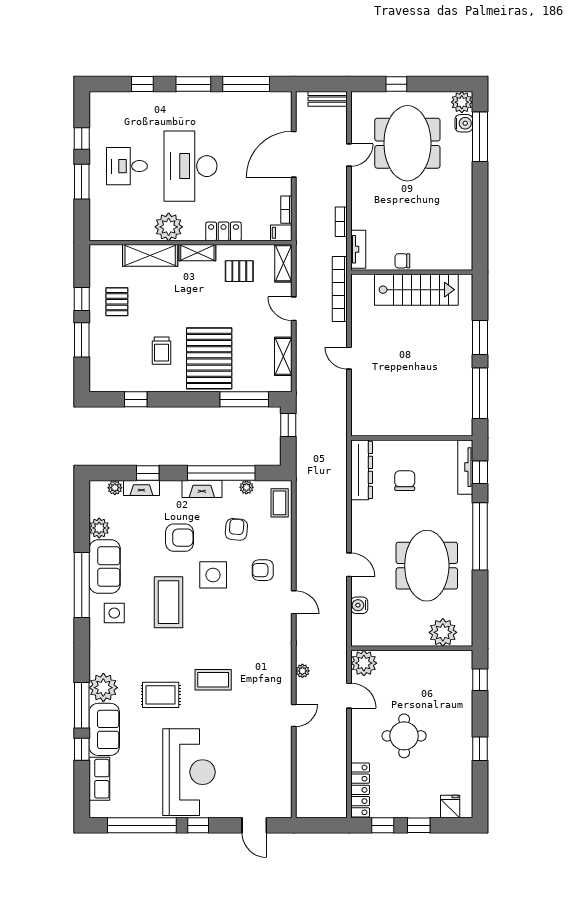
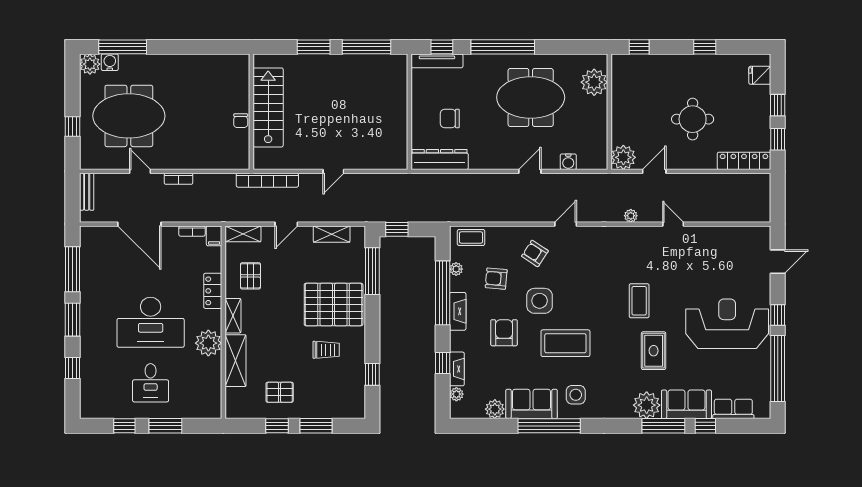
bookcase: (341, 222) -> (179, 179), moved
tv unit: (358, 249) -> (230, 163), removed
armchair: (263, 570) -> (535, 254), turned 123

